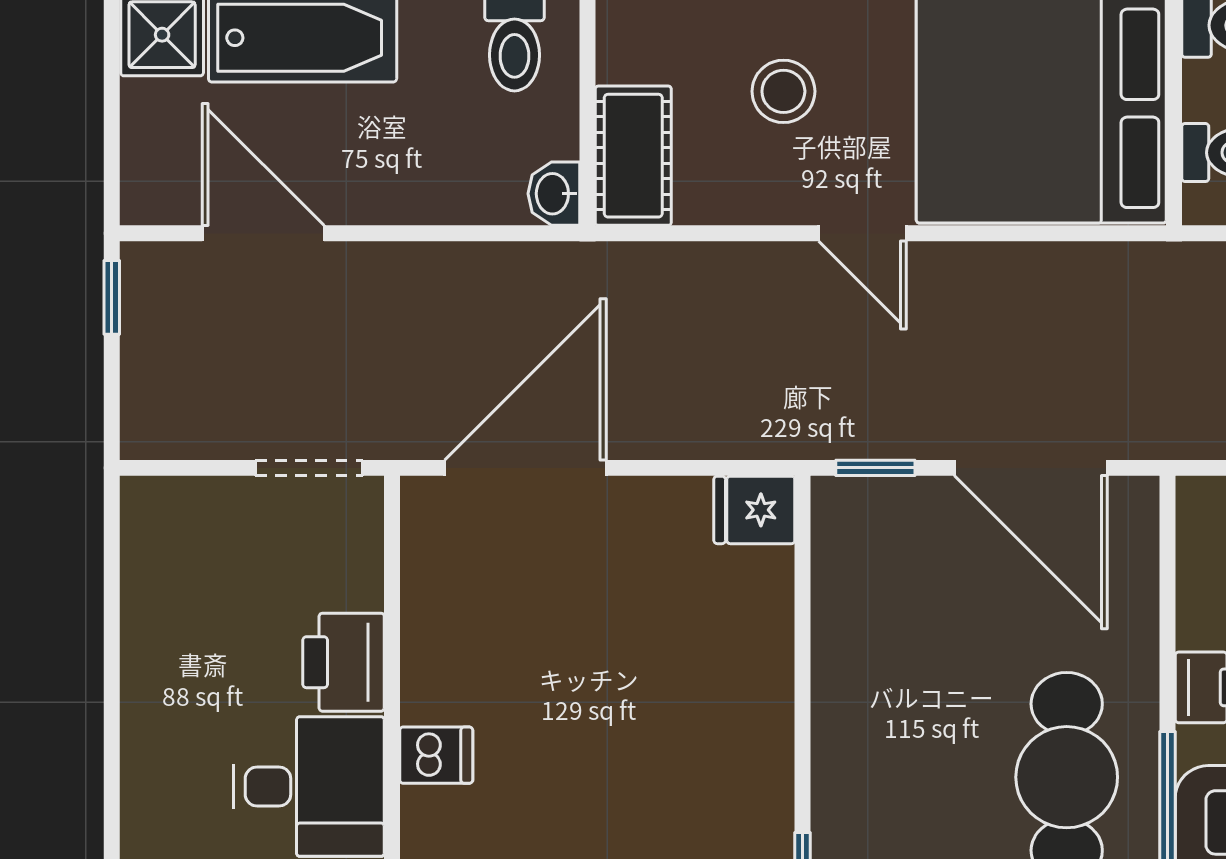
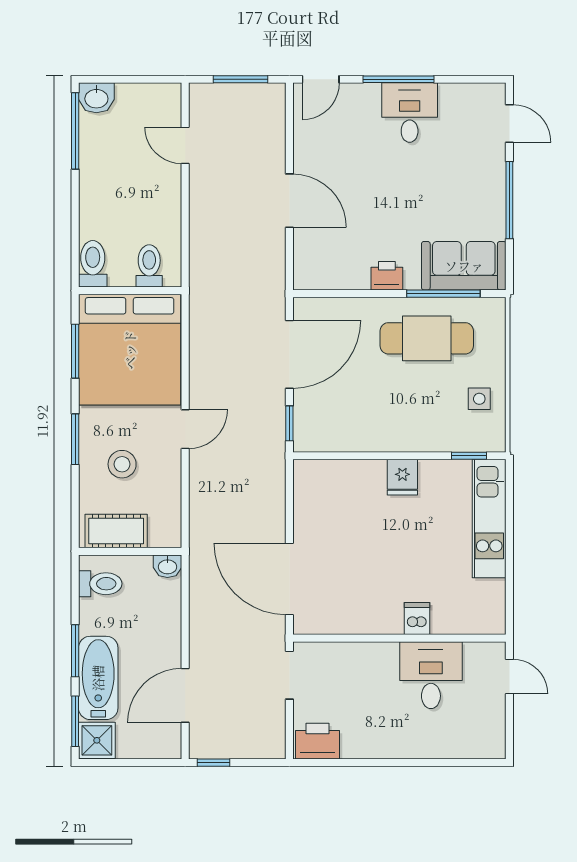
cot: (633, 156) -> (116, 531), moved
fridge: (754, 510) -> (402, 477), moved
printer: (344, 662) -> (317, 741), moved, turned 180

